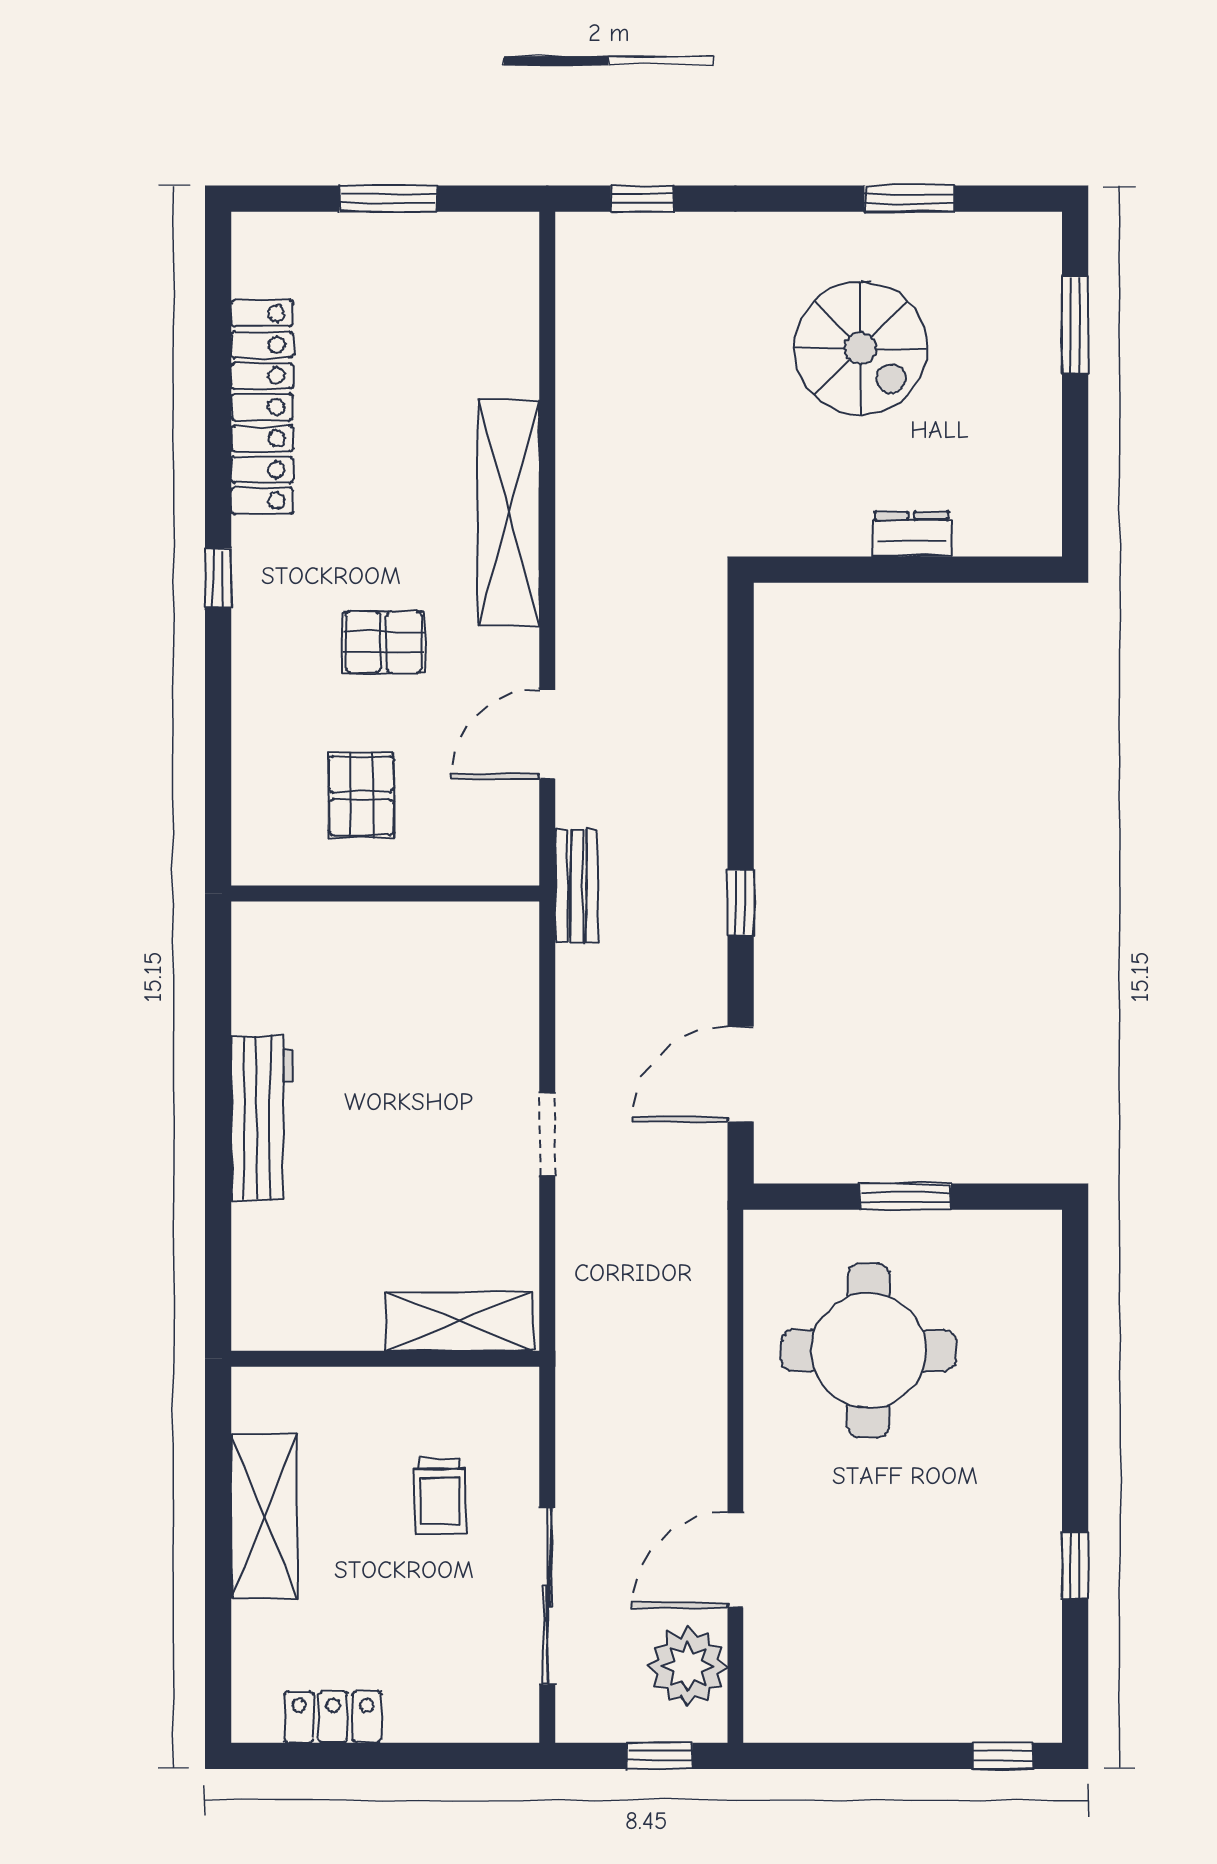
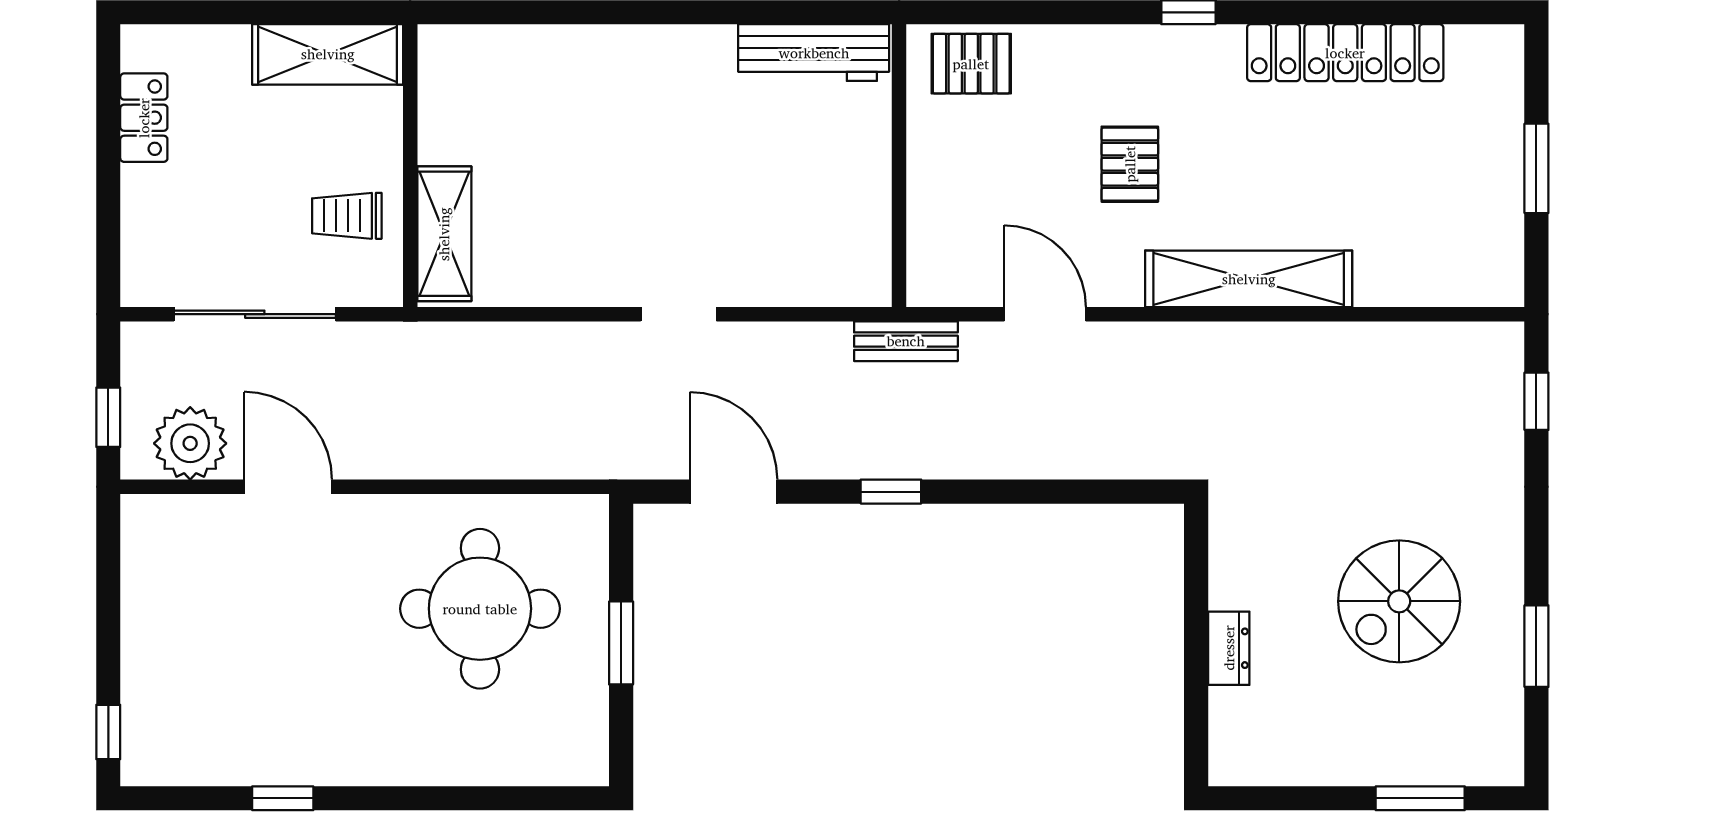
pallet: (361, 796) -> (971, 64), moved
workbench: (262, 1118) -> (814, 53), moved
shelving: (460, 1321) -> (444, 234), moved
wall: (385, 1359) -> (410, 166), moved

